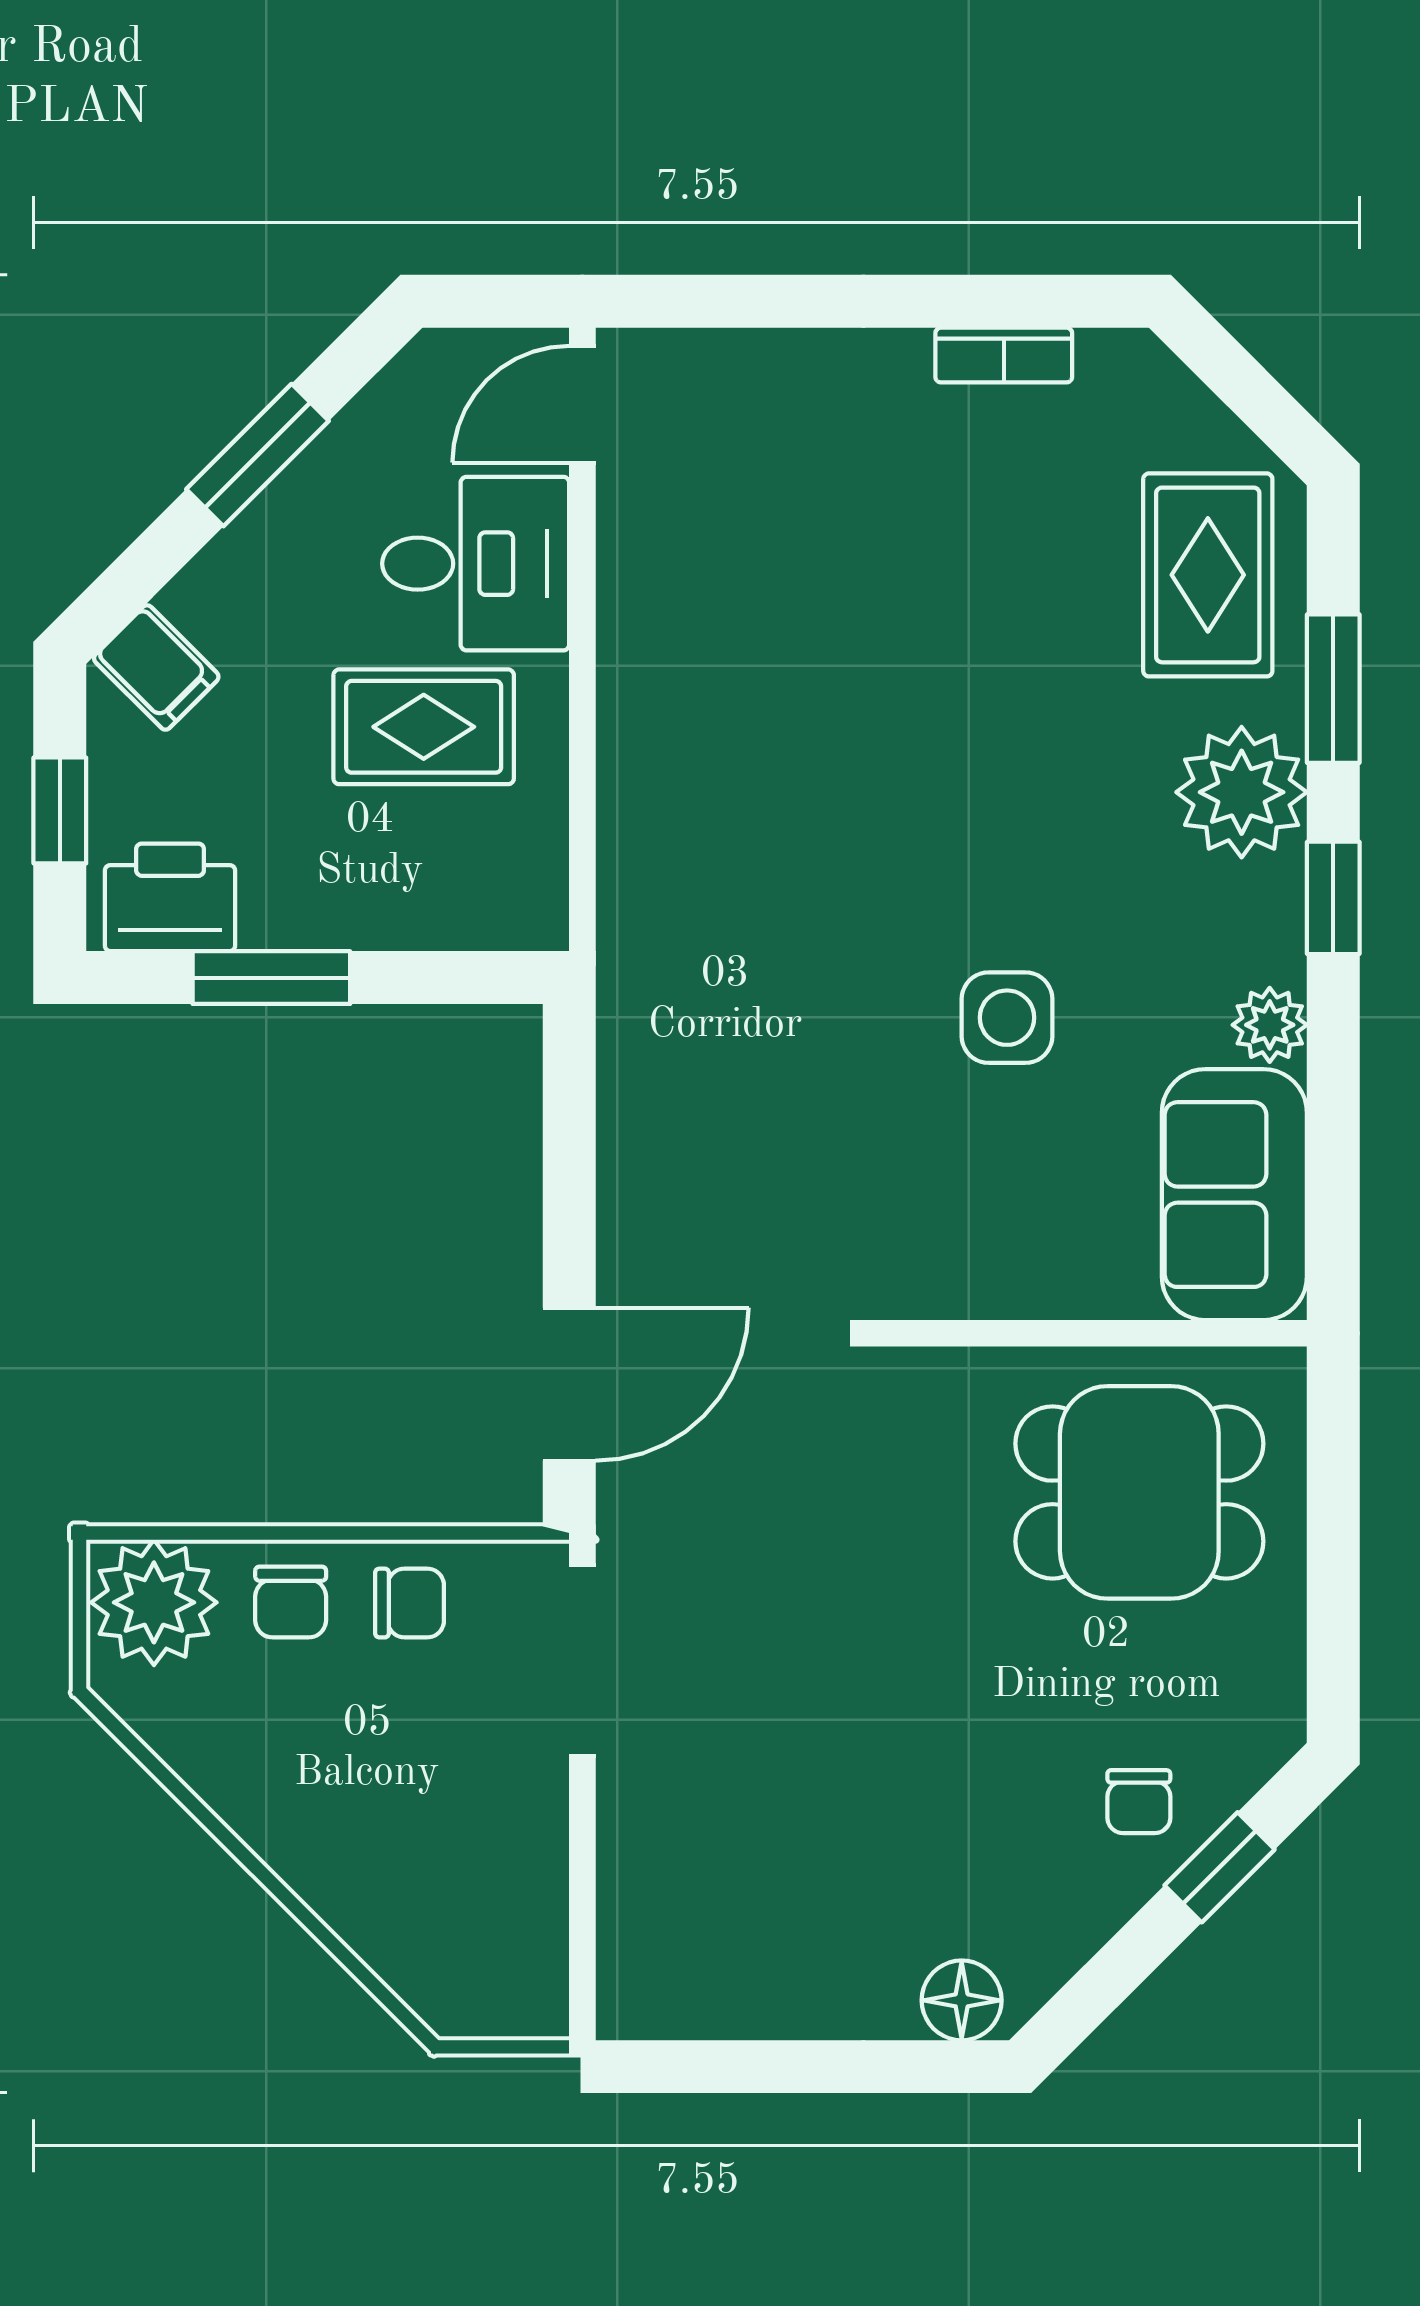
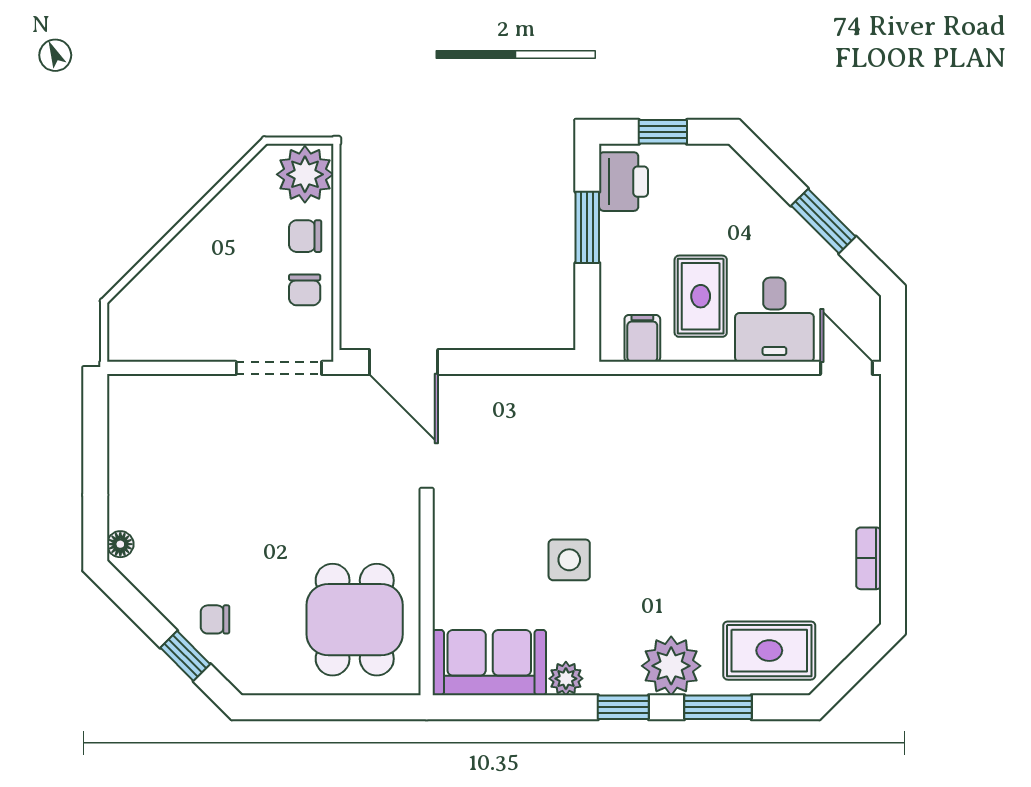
filing cabinet: (156, 667) -> (642, 338), moved, turned 135
floor lamp: (962, 2000) -> (120, 544), width x0.73, depth x0.73

